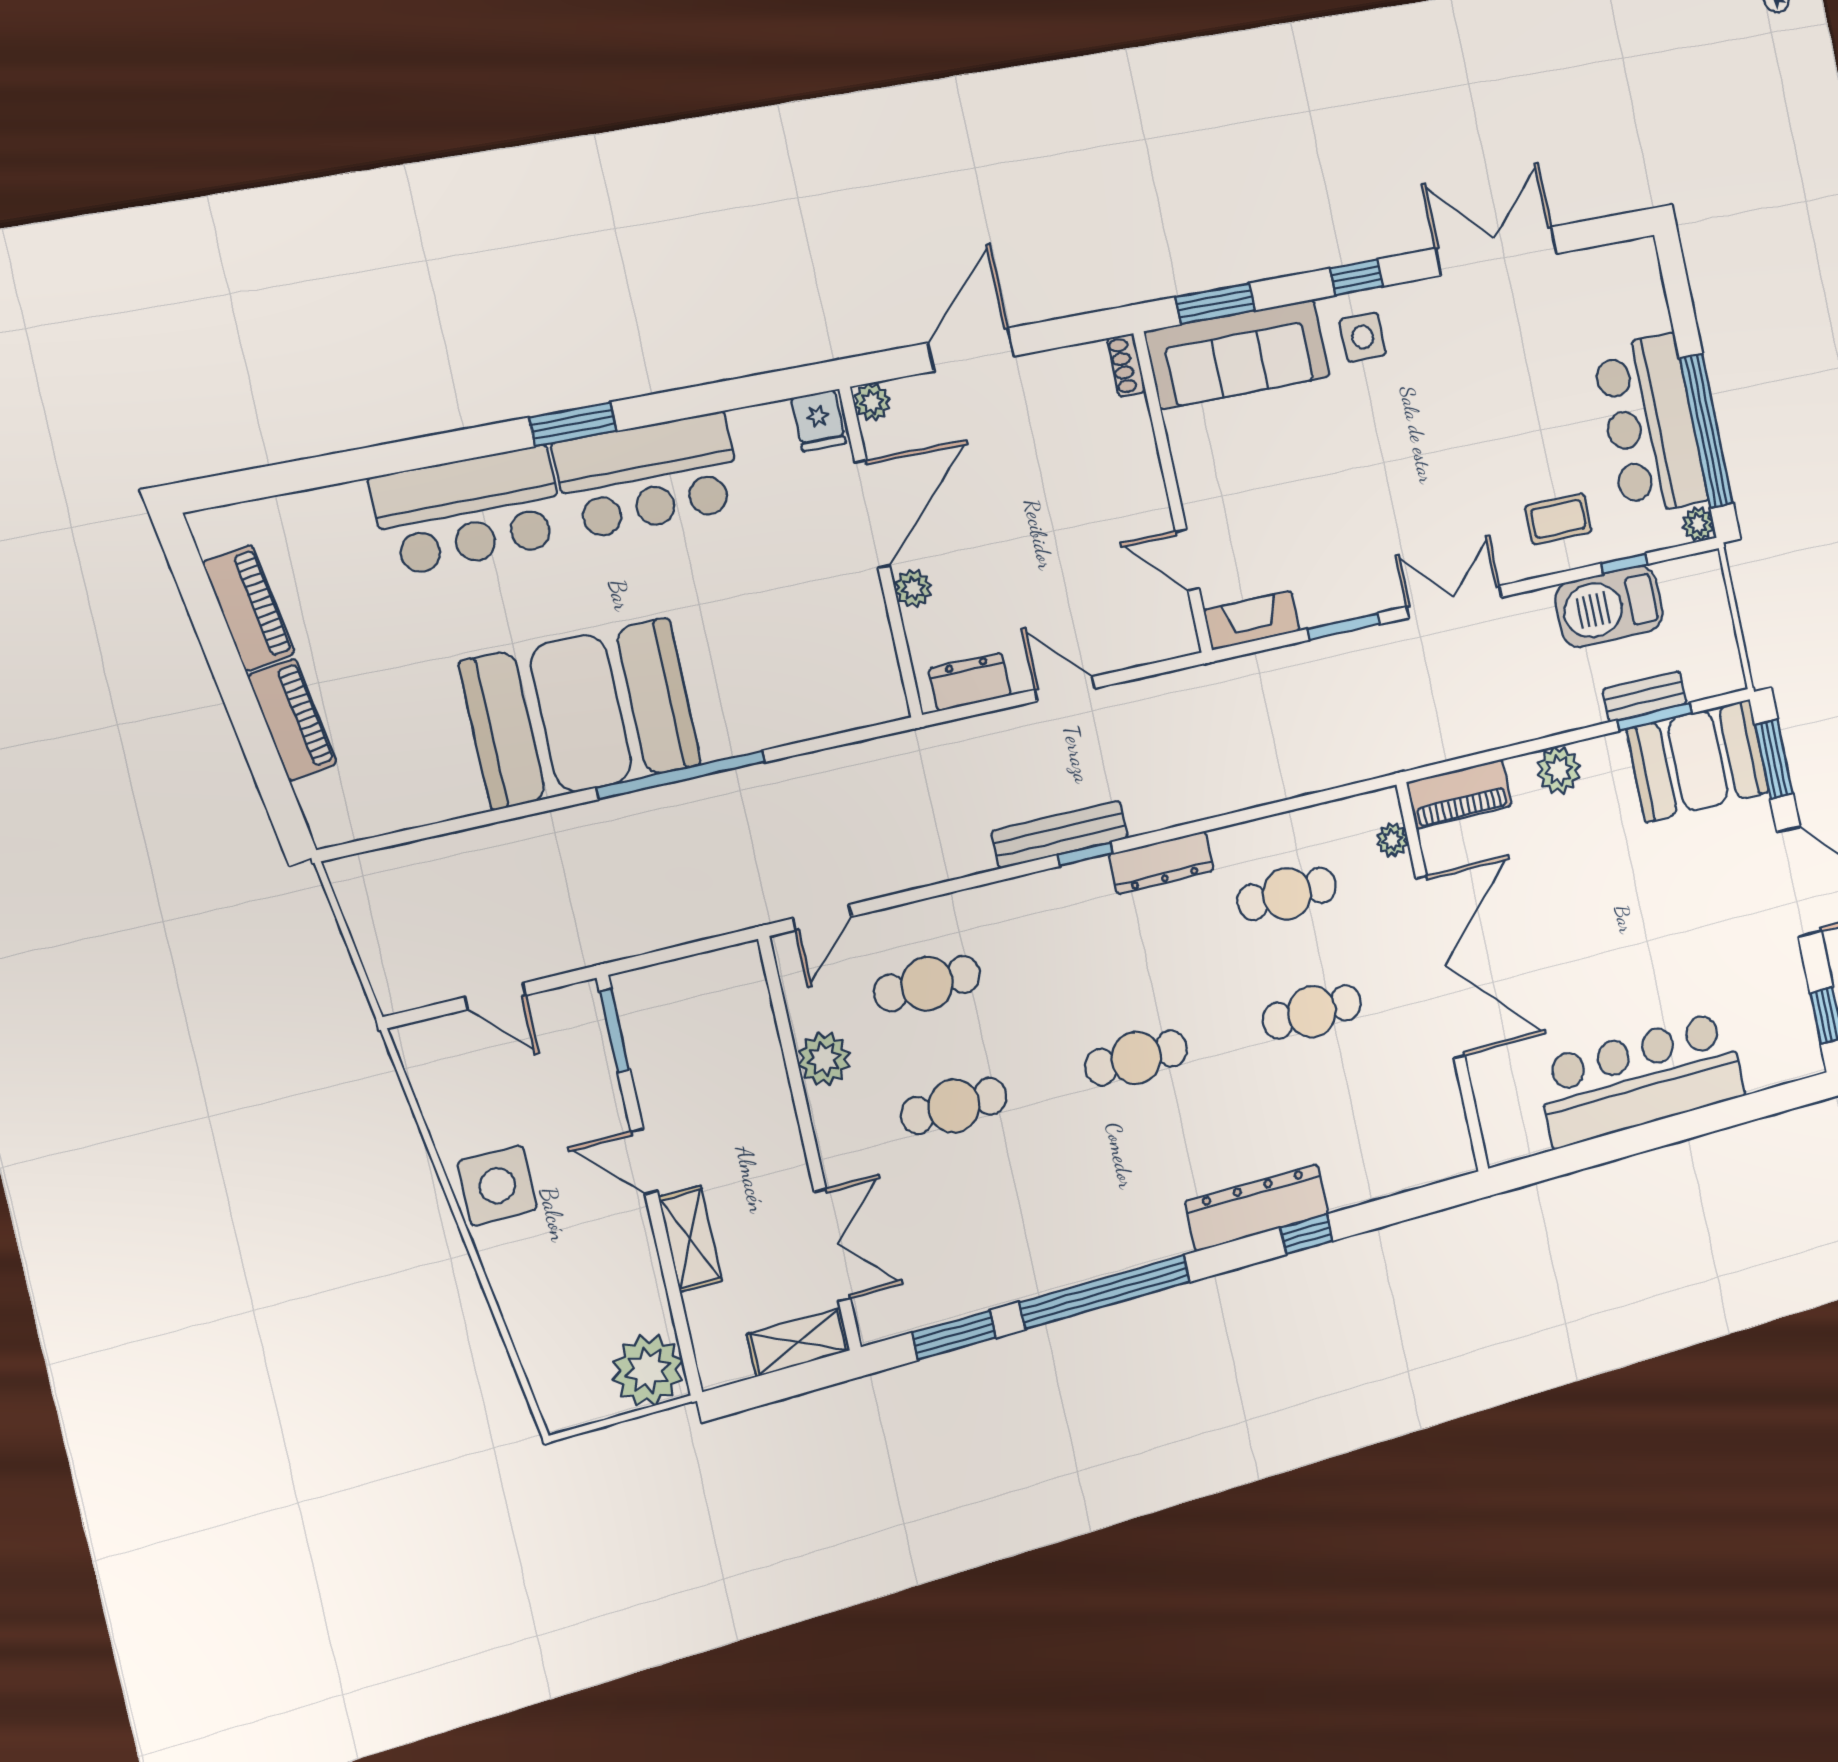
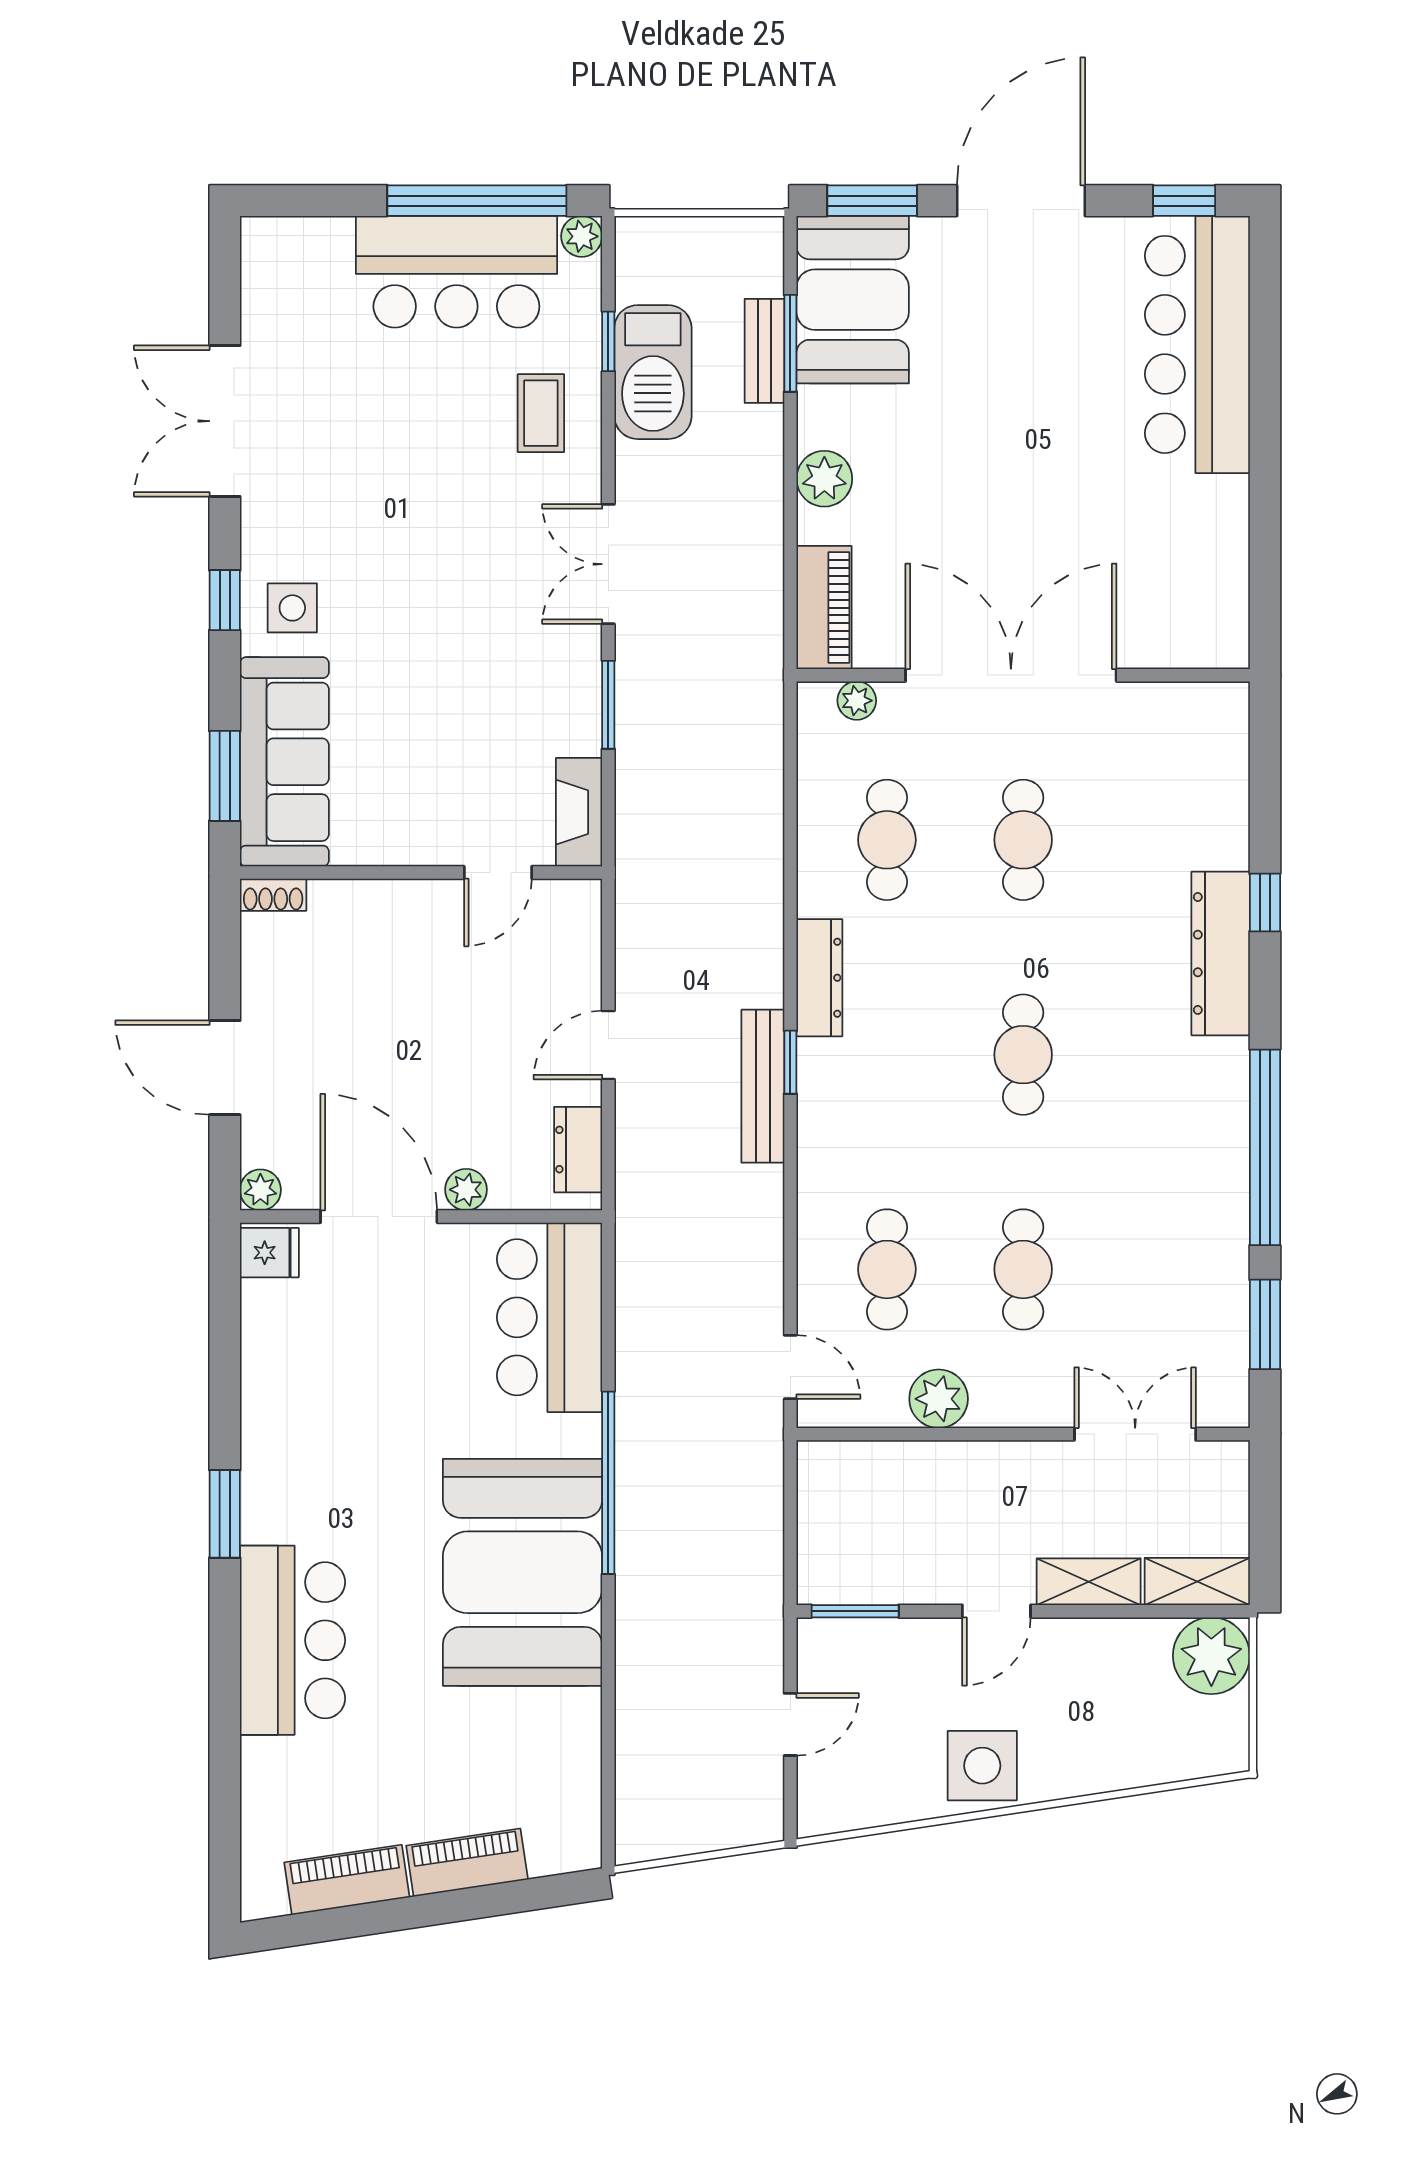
bar counter: (649, 476) -> (550, 1317), moved, turned 180
bar counter: (1641, 1079) -> (1197, 344), moved
shelving: (799, 1342) -> (1197, 1581), moved, turned 90

